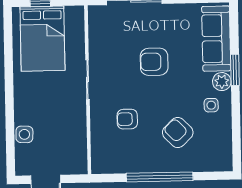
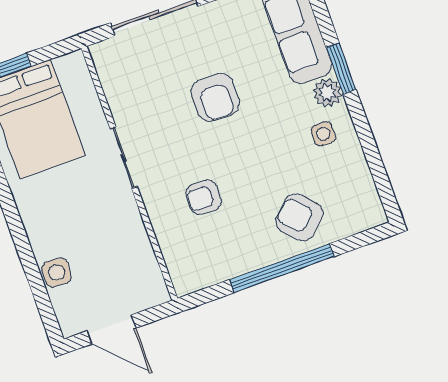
armchair: (154, 62) -> (215, 97), turned -90
armchair: (178, 133) -> (299, 217), moved

